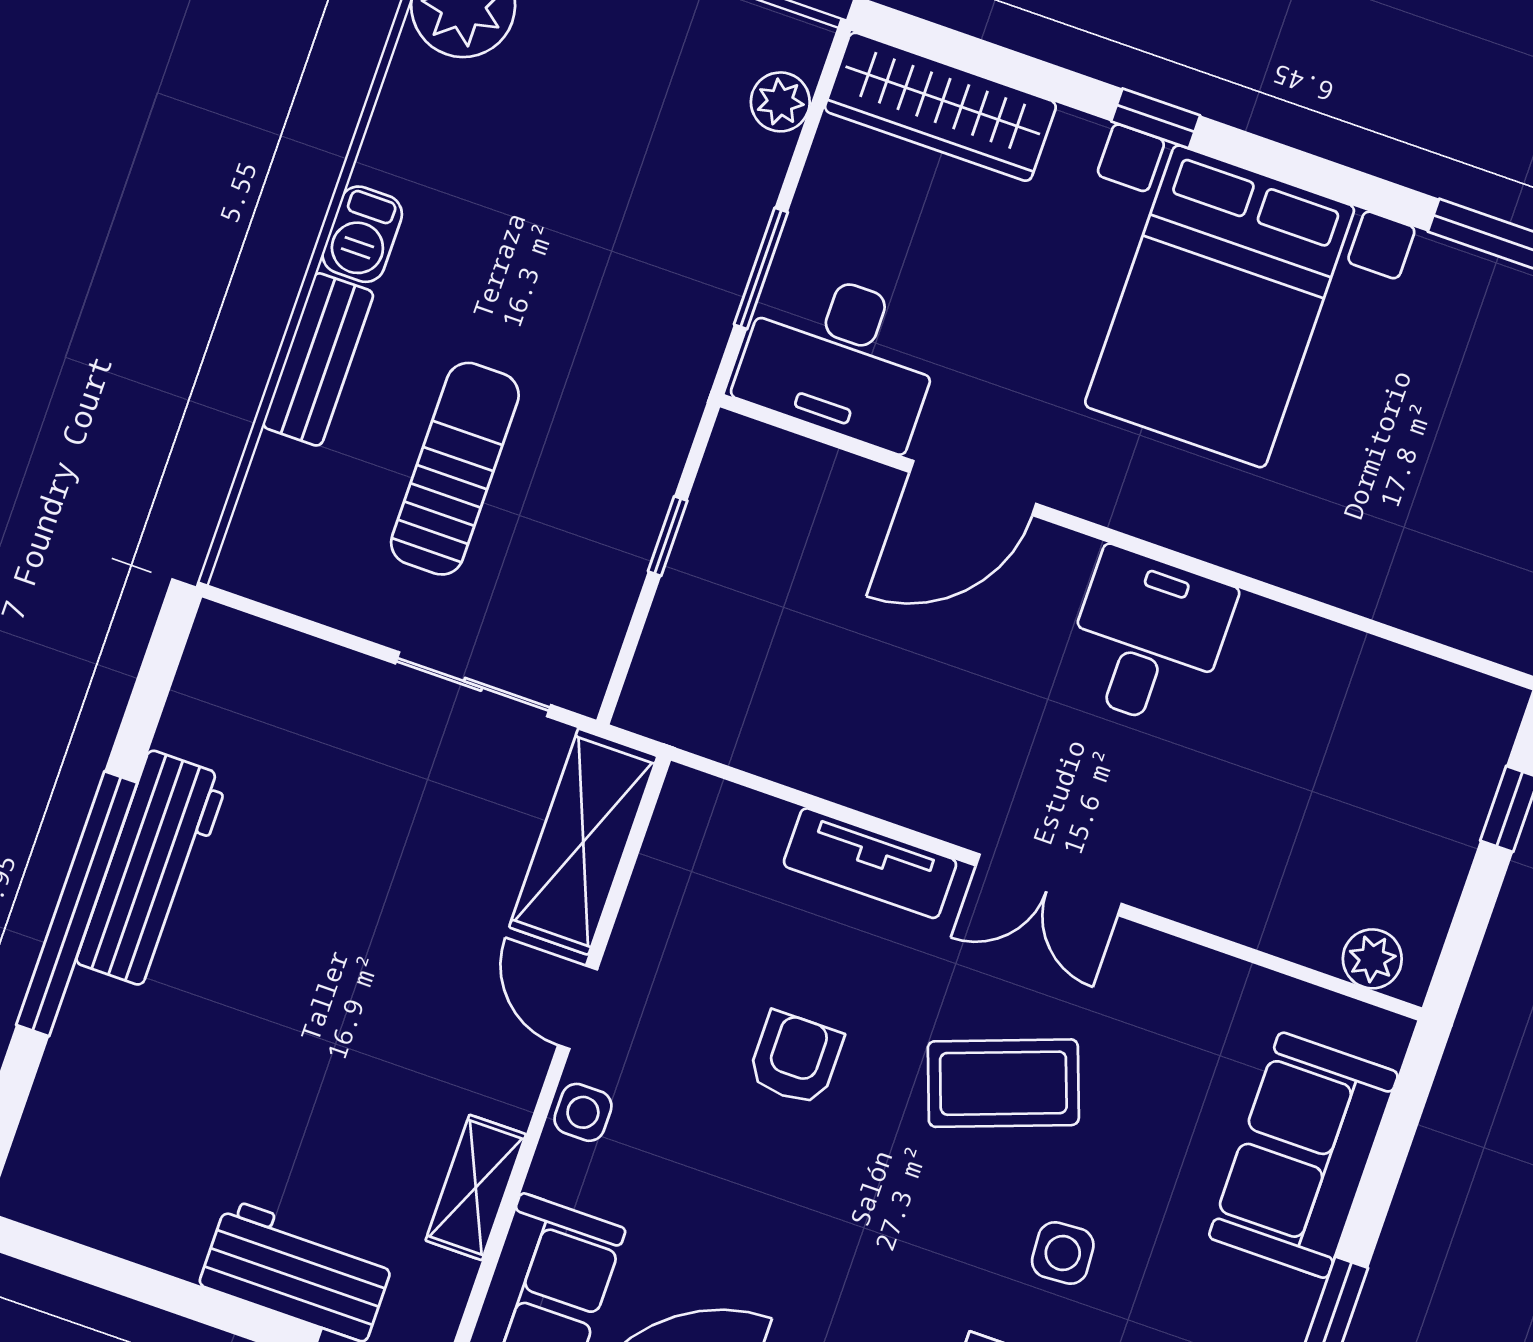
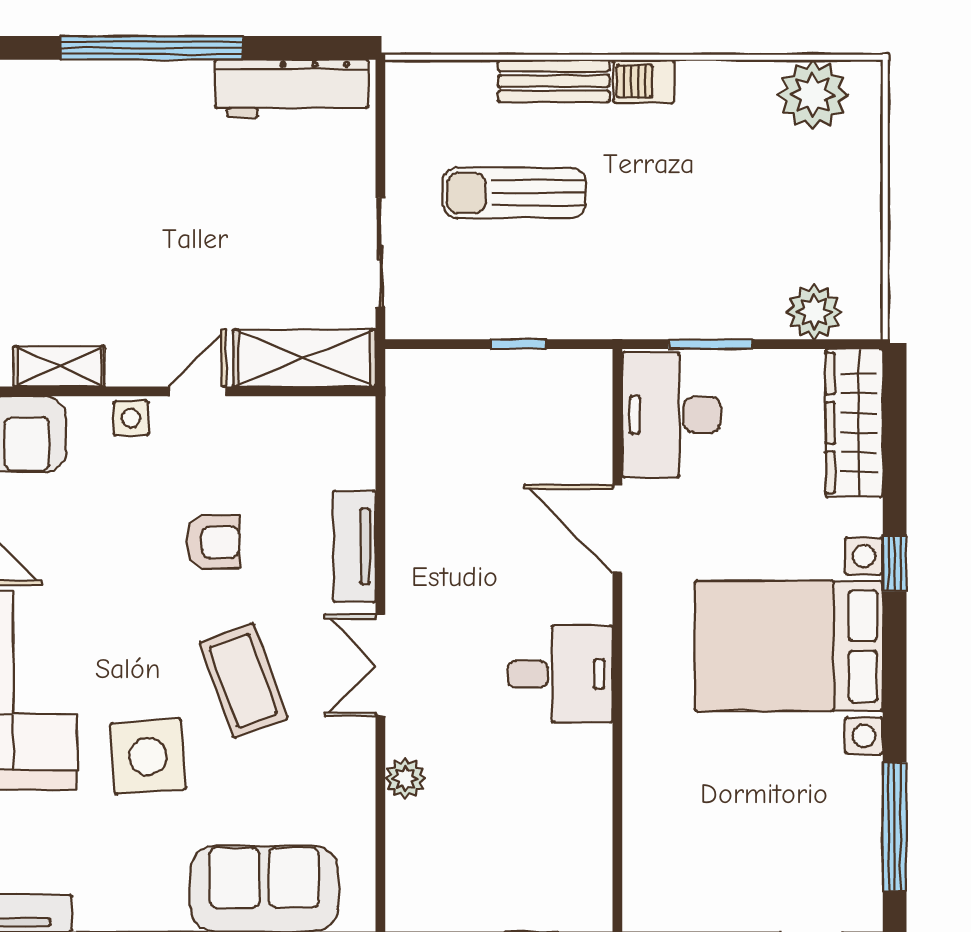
plant: (780, 102) -> (814, 312), width x1.38, depth x1.38
sun lounger: (455, 469) -> (514, 193), turned 180
workbench: (152, 870) -> (292, 89), moved
plant: (1372, 959) -> (405, 778), moved
side table: (1063, 1253) -> (148, 757), width x1.87, depth x1.87

